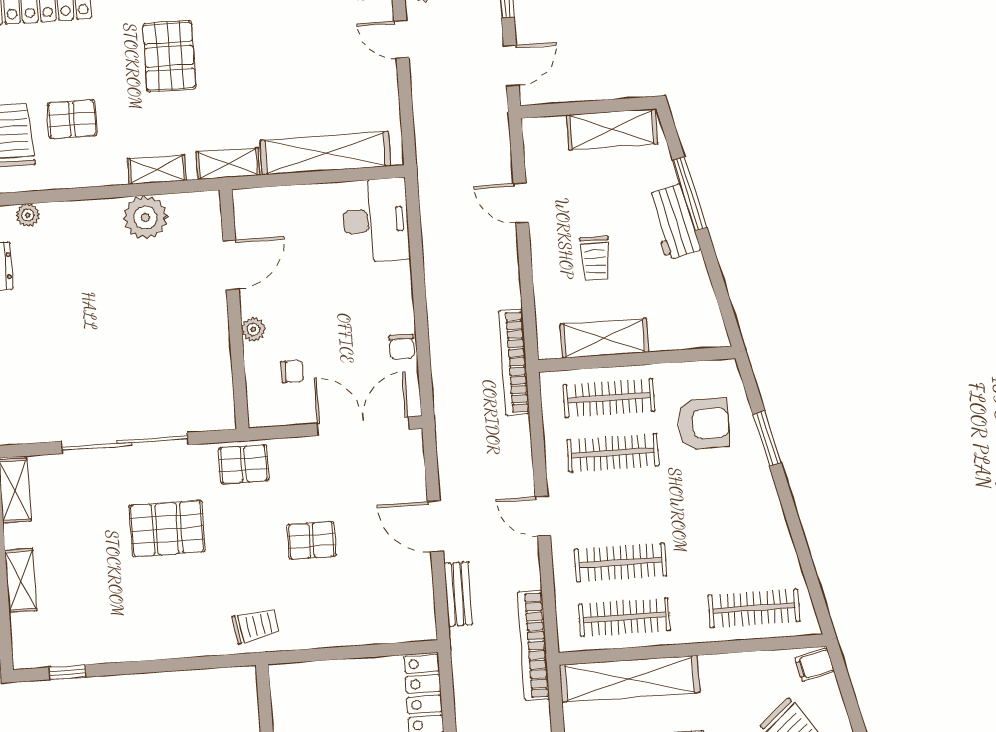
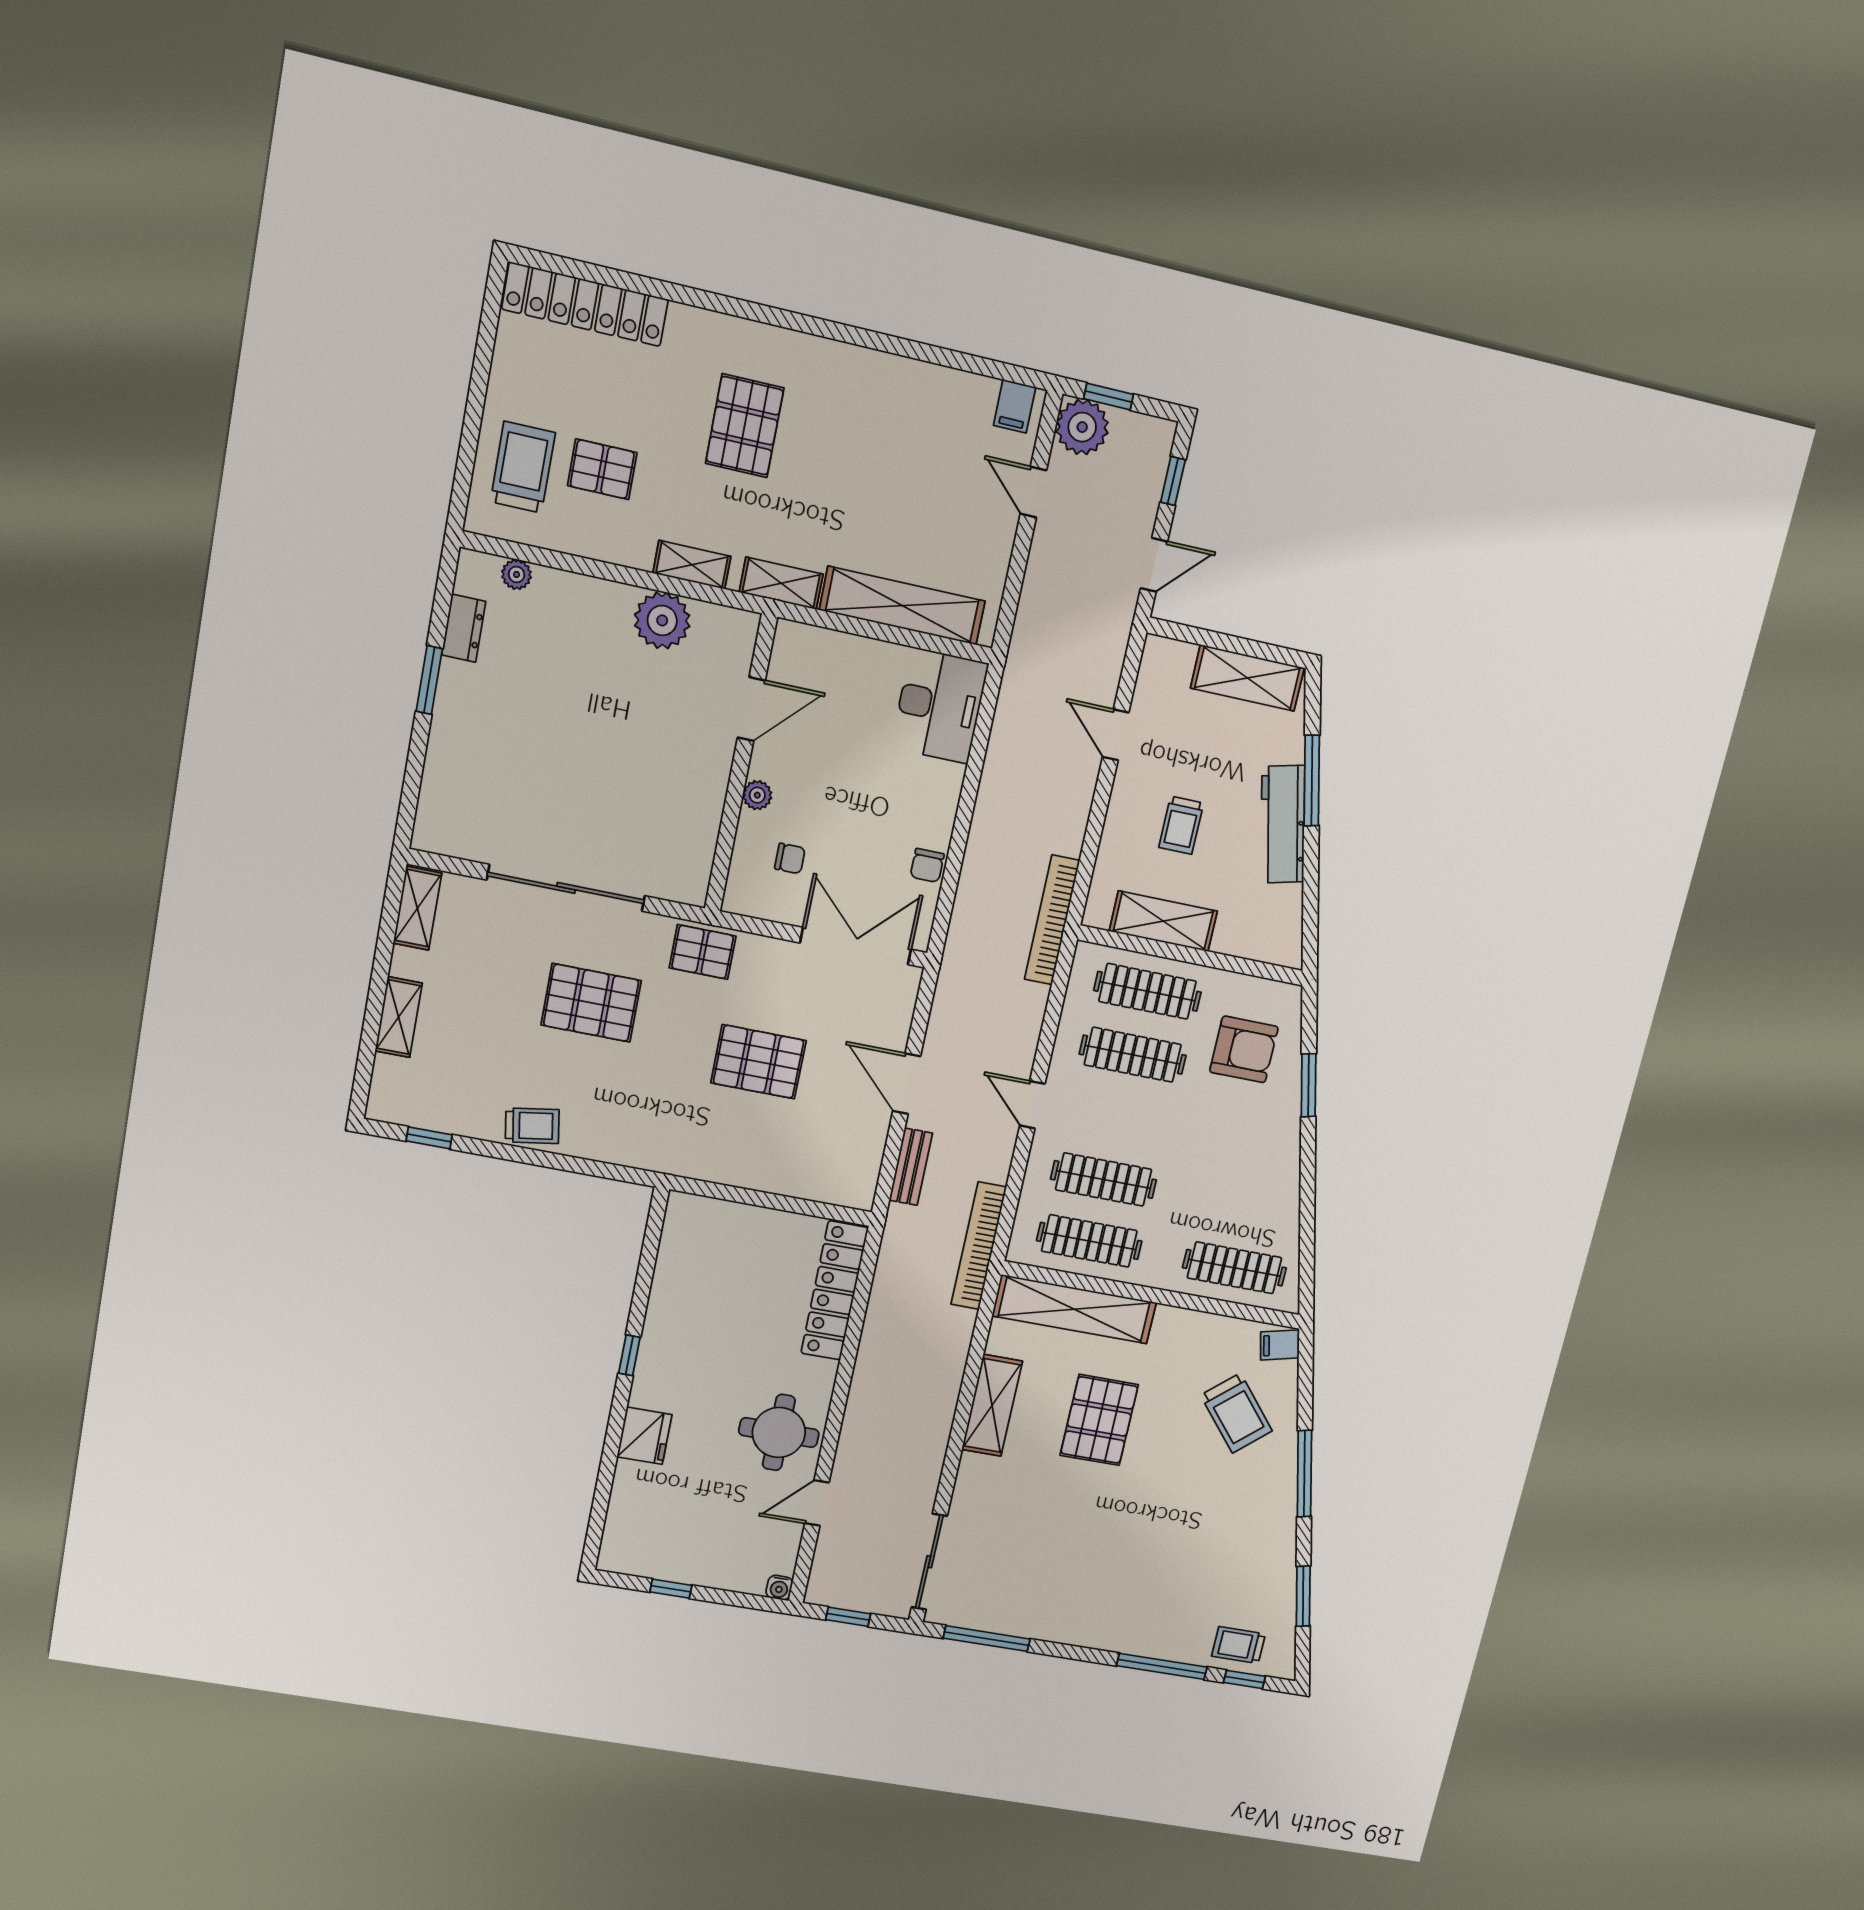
workbench: (673, 222) -> (1283, 824), width x1.38
pallet: (312, 540) -> (759, 1062), width x1.50, depth x1.42
trolley: (256, 626) -> (532, 1126), moved

